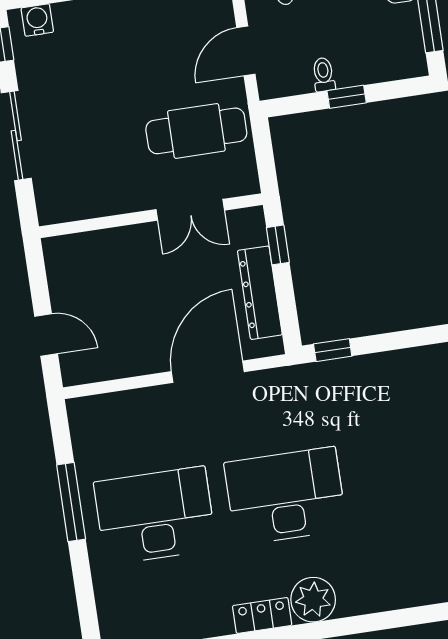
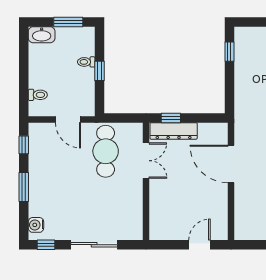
toilet: (324, 75) -> (86, 62), moved
dresser: (260, 293) -> (174, 131), moved
window: (333, 350) -> (229, 52), moved

